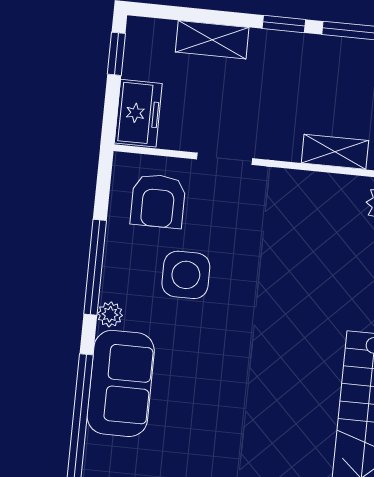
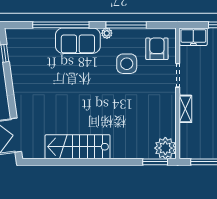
shelving: (335, 152) -> (185, 109), moved
armchair: (158, 201) -> (157, 49), turned 90

